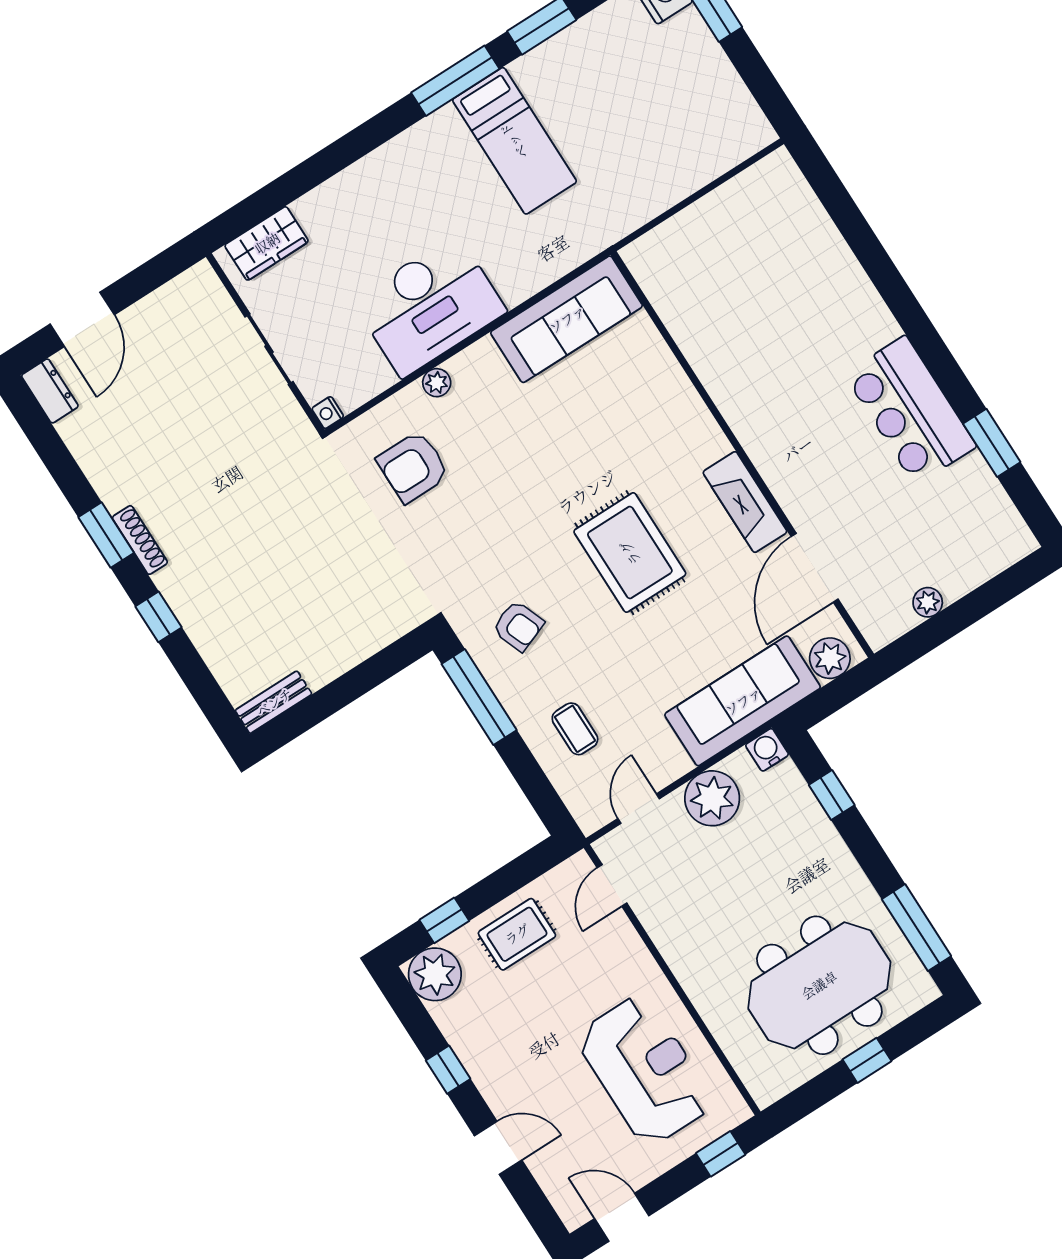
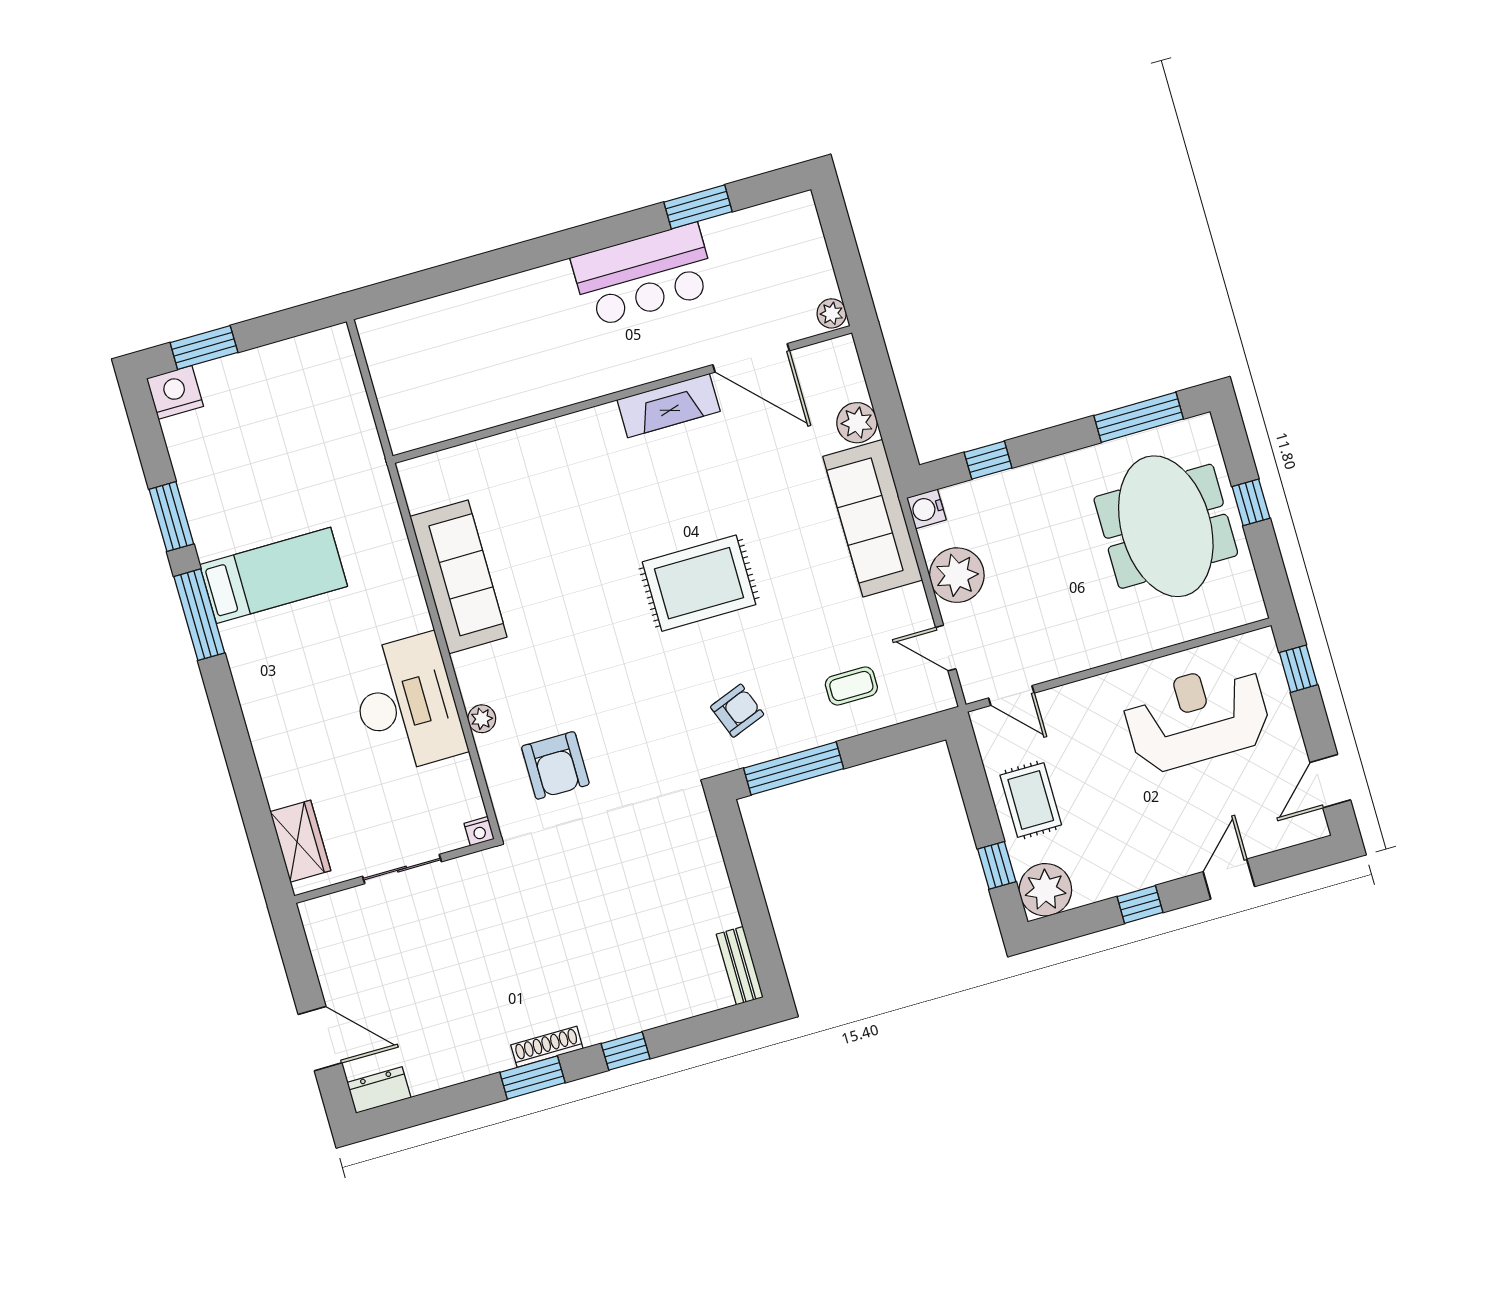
wall: (742, 454) -> (622, 394), moved
fireplace: (745, 502) -> (669, 406), moved
door: (815, 568) -> (751, 358), moved

